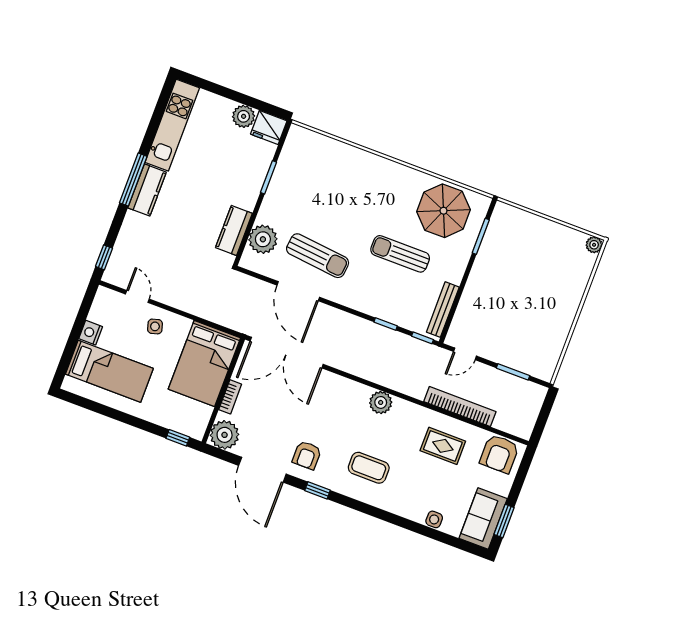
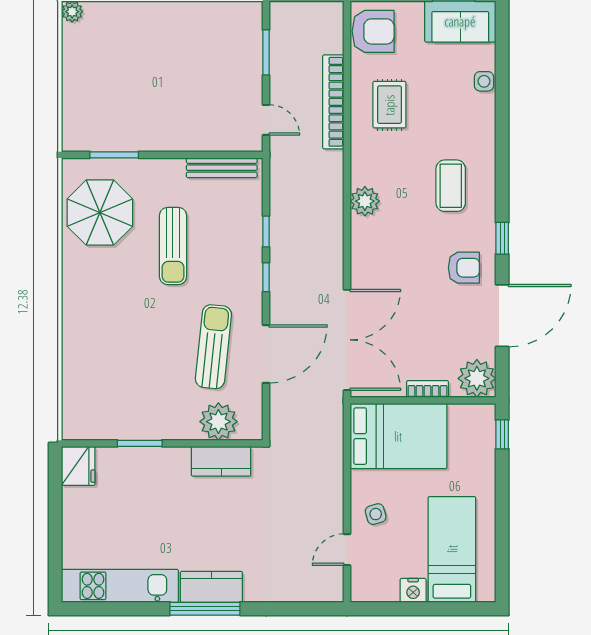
plant: (244, 116) -> (76, 502), removed
window: (104, 257) -> (314, 609), removed
window: (423, 338) -> (266, 277), moved

